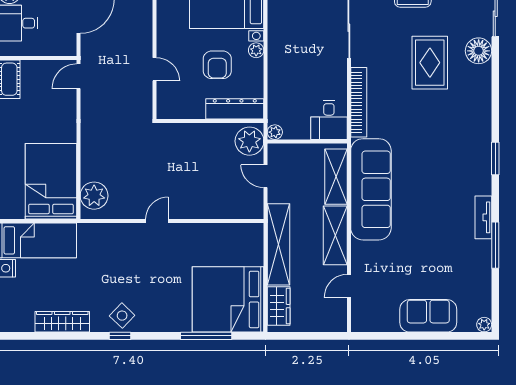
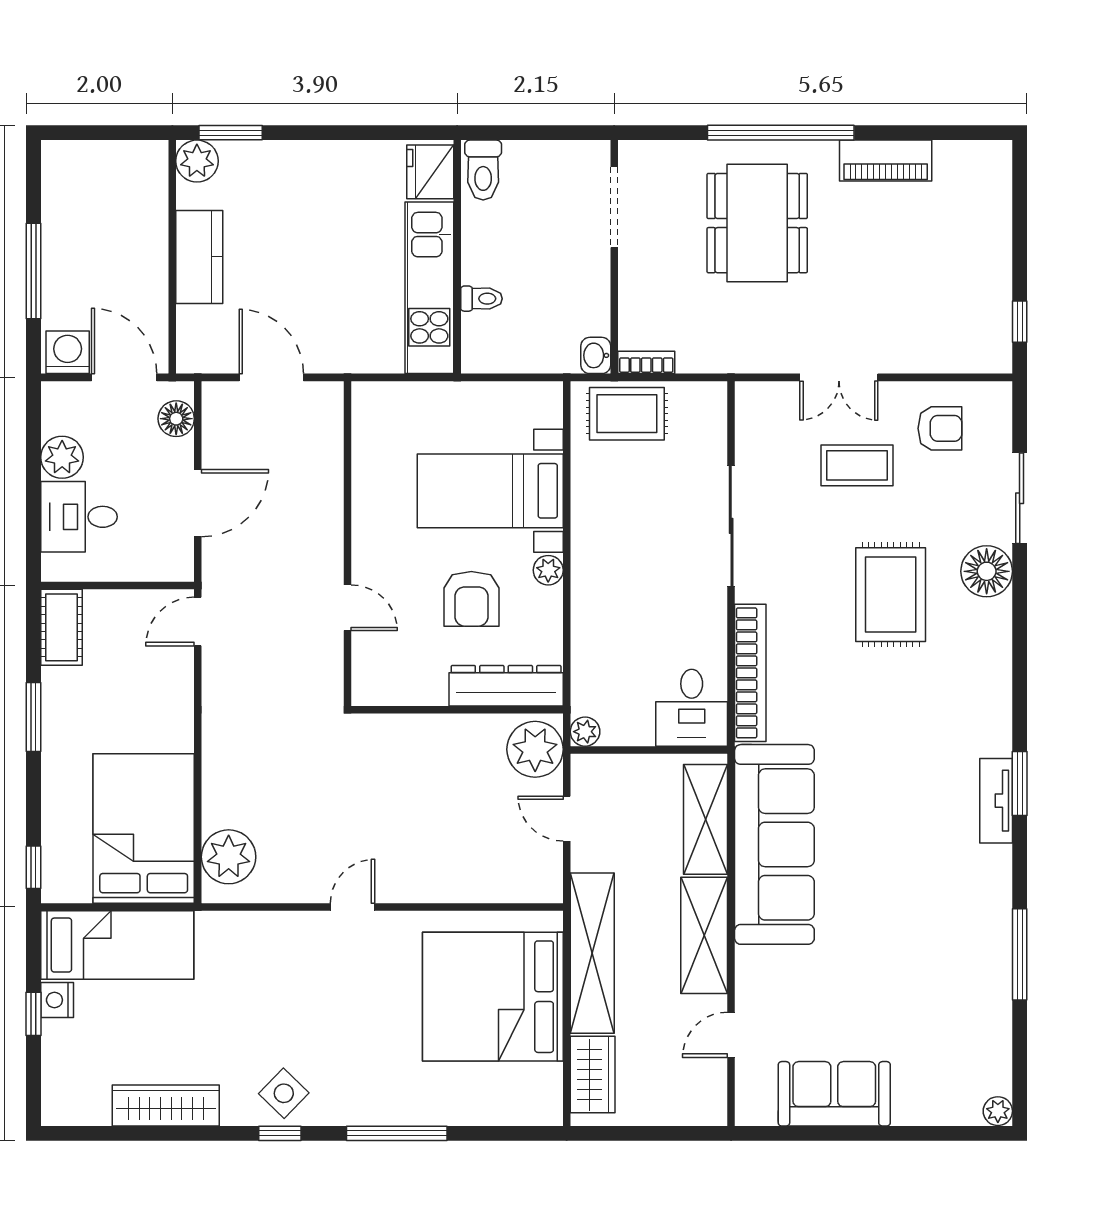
tv unit: (483, 217) -> (996, 801), moved
bed: (228, 299) -> (493, 997), moved
sofa: (428, 316) -> (834, 1094), moved
window: (206, 336) -> (397, 1133), moved

